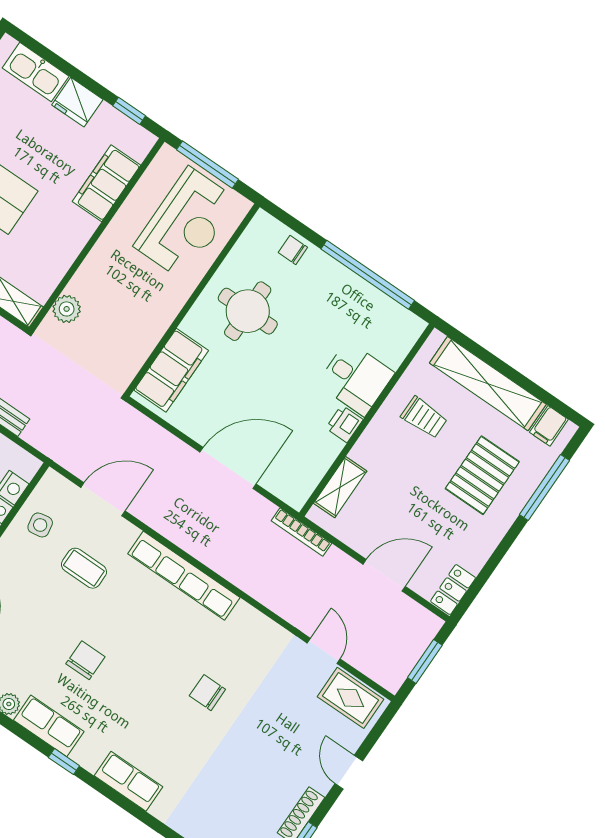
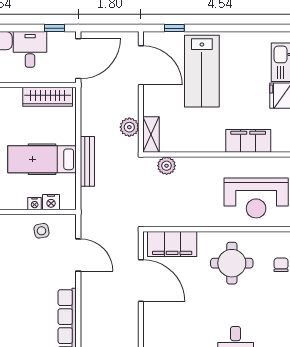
door: (228, 468) -> (141, 280), moved
coffee table: (84, 568) -> (35, 270), removed

